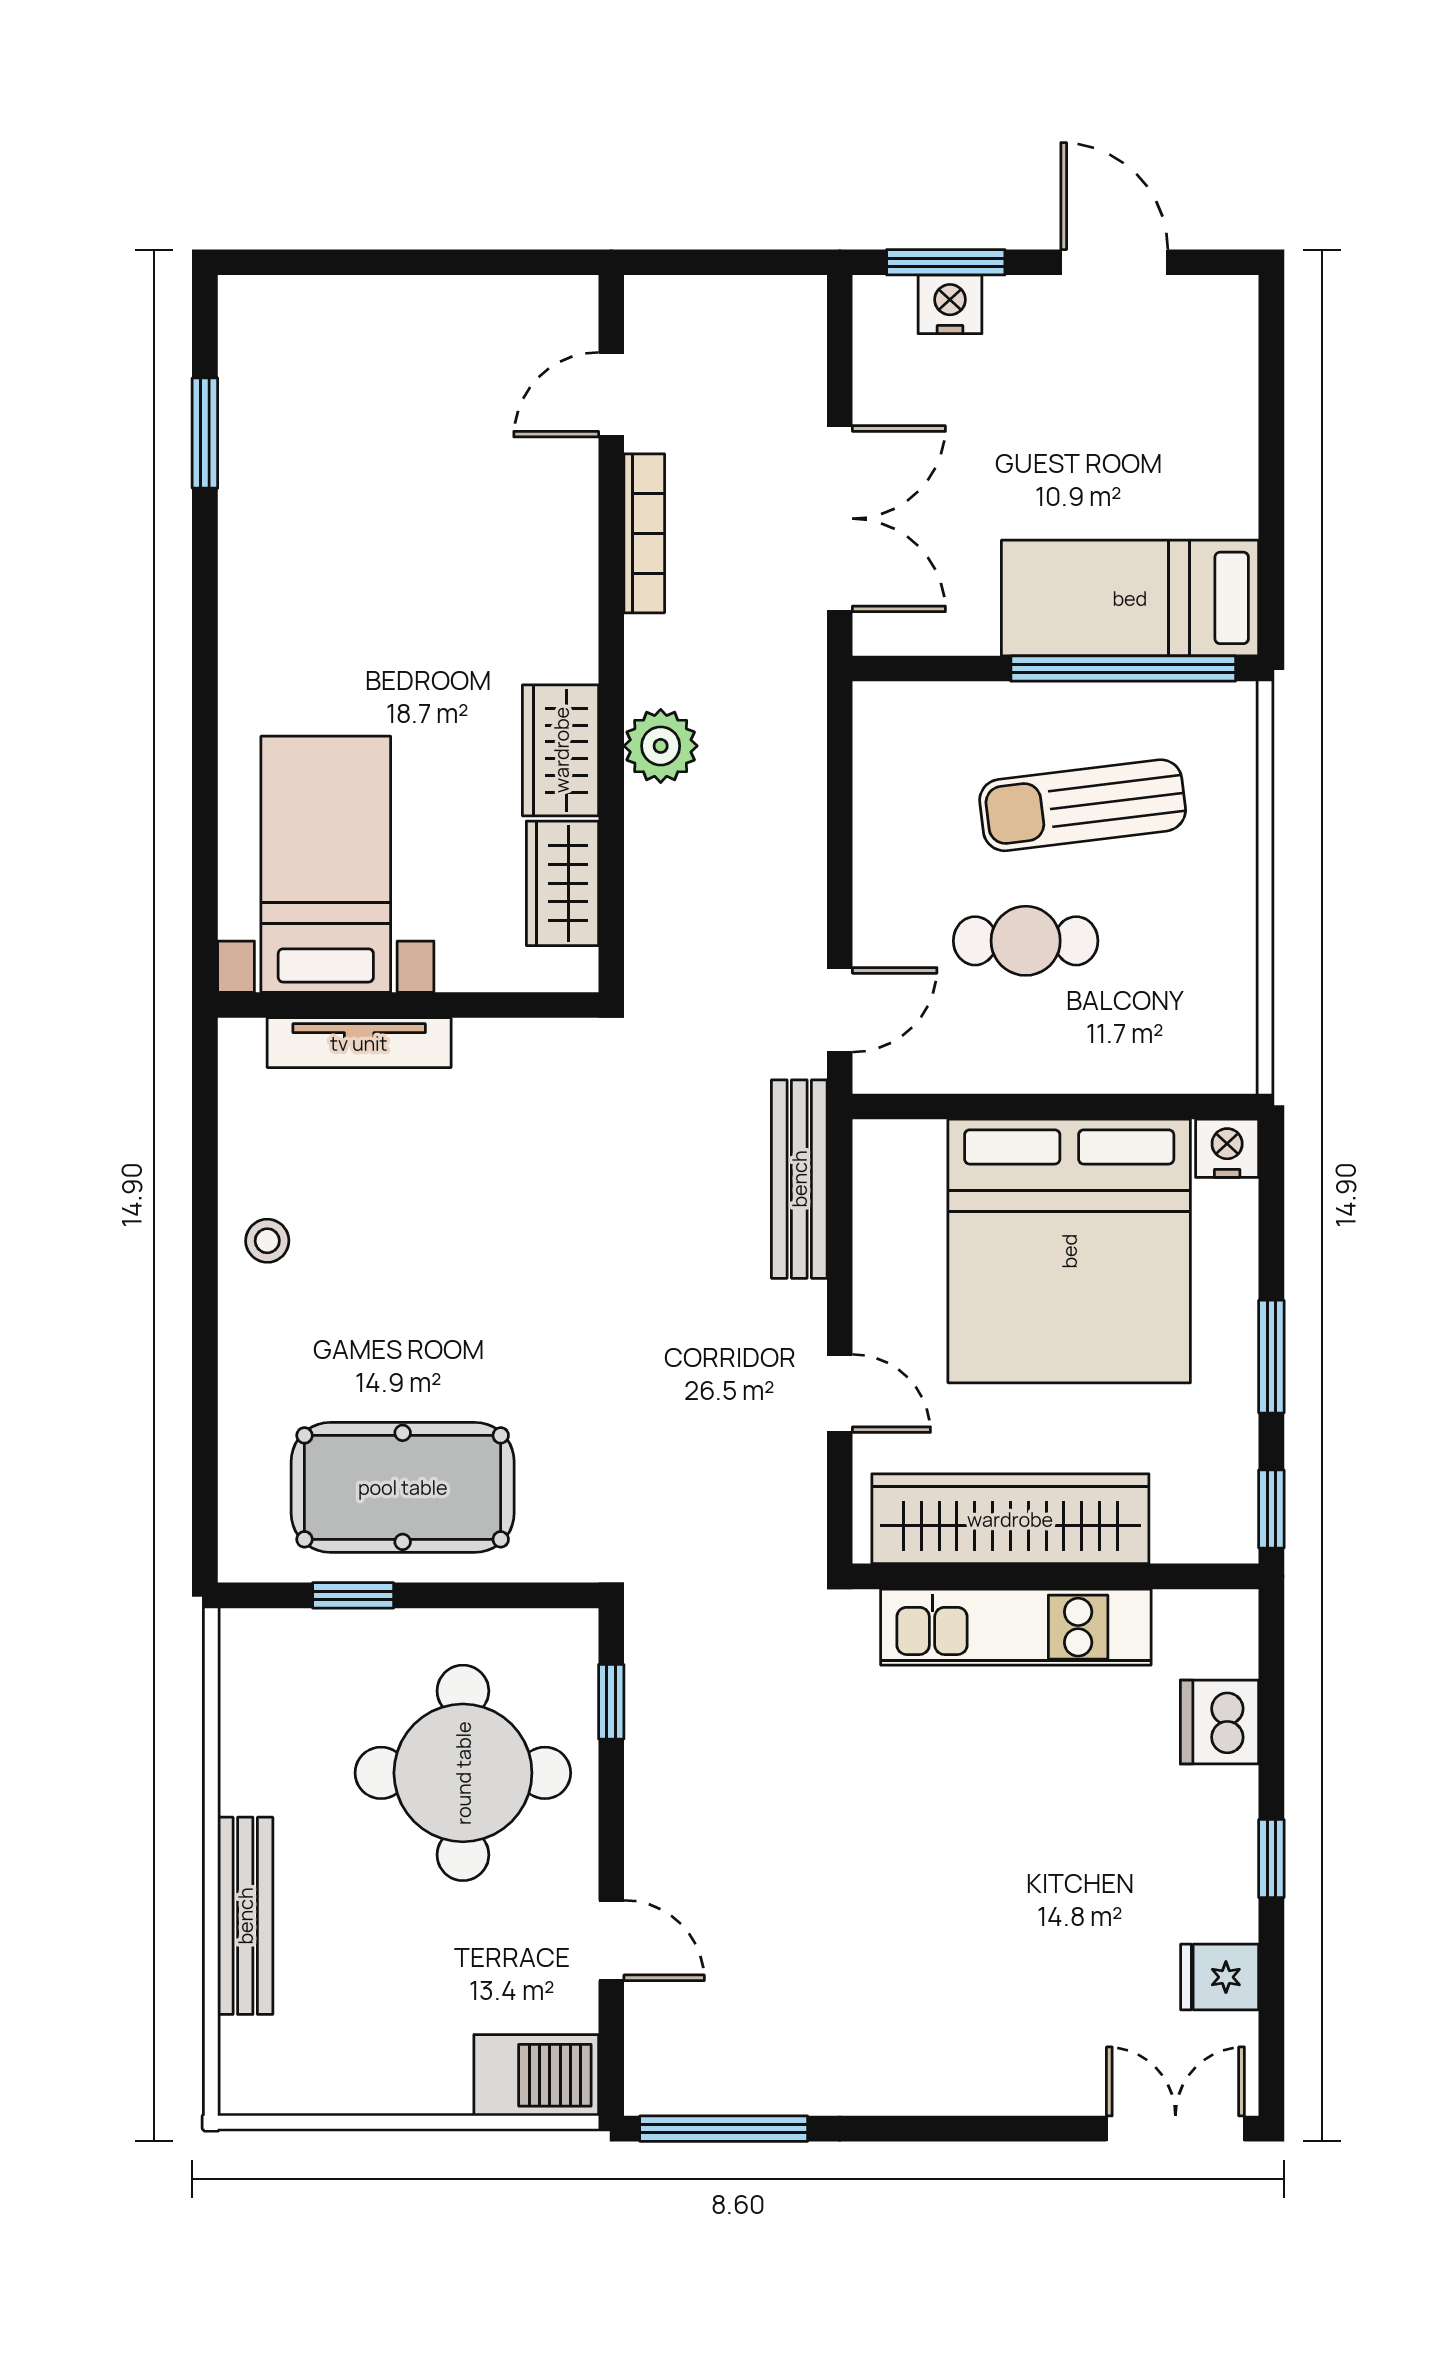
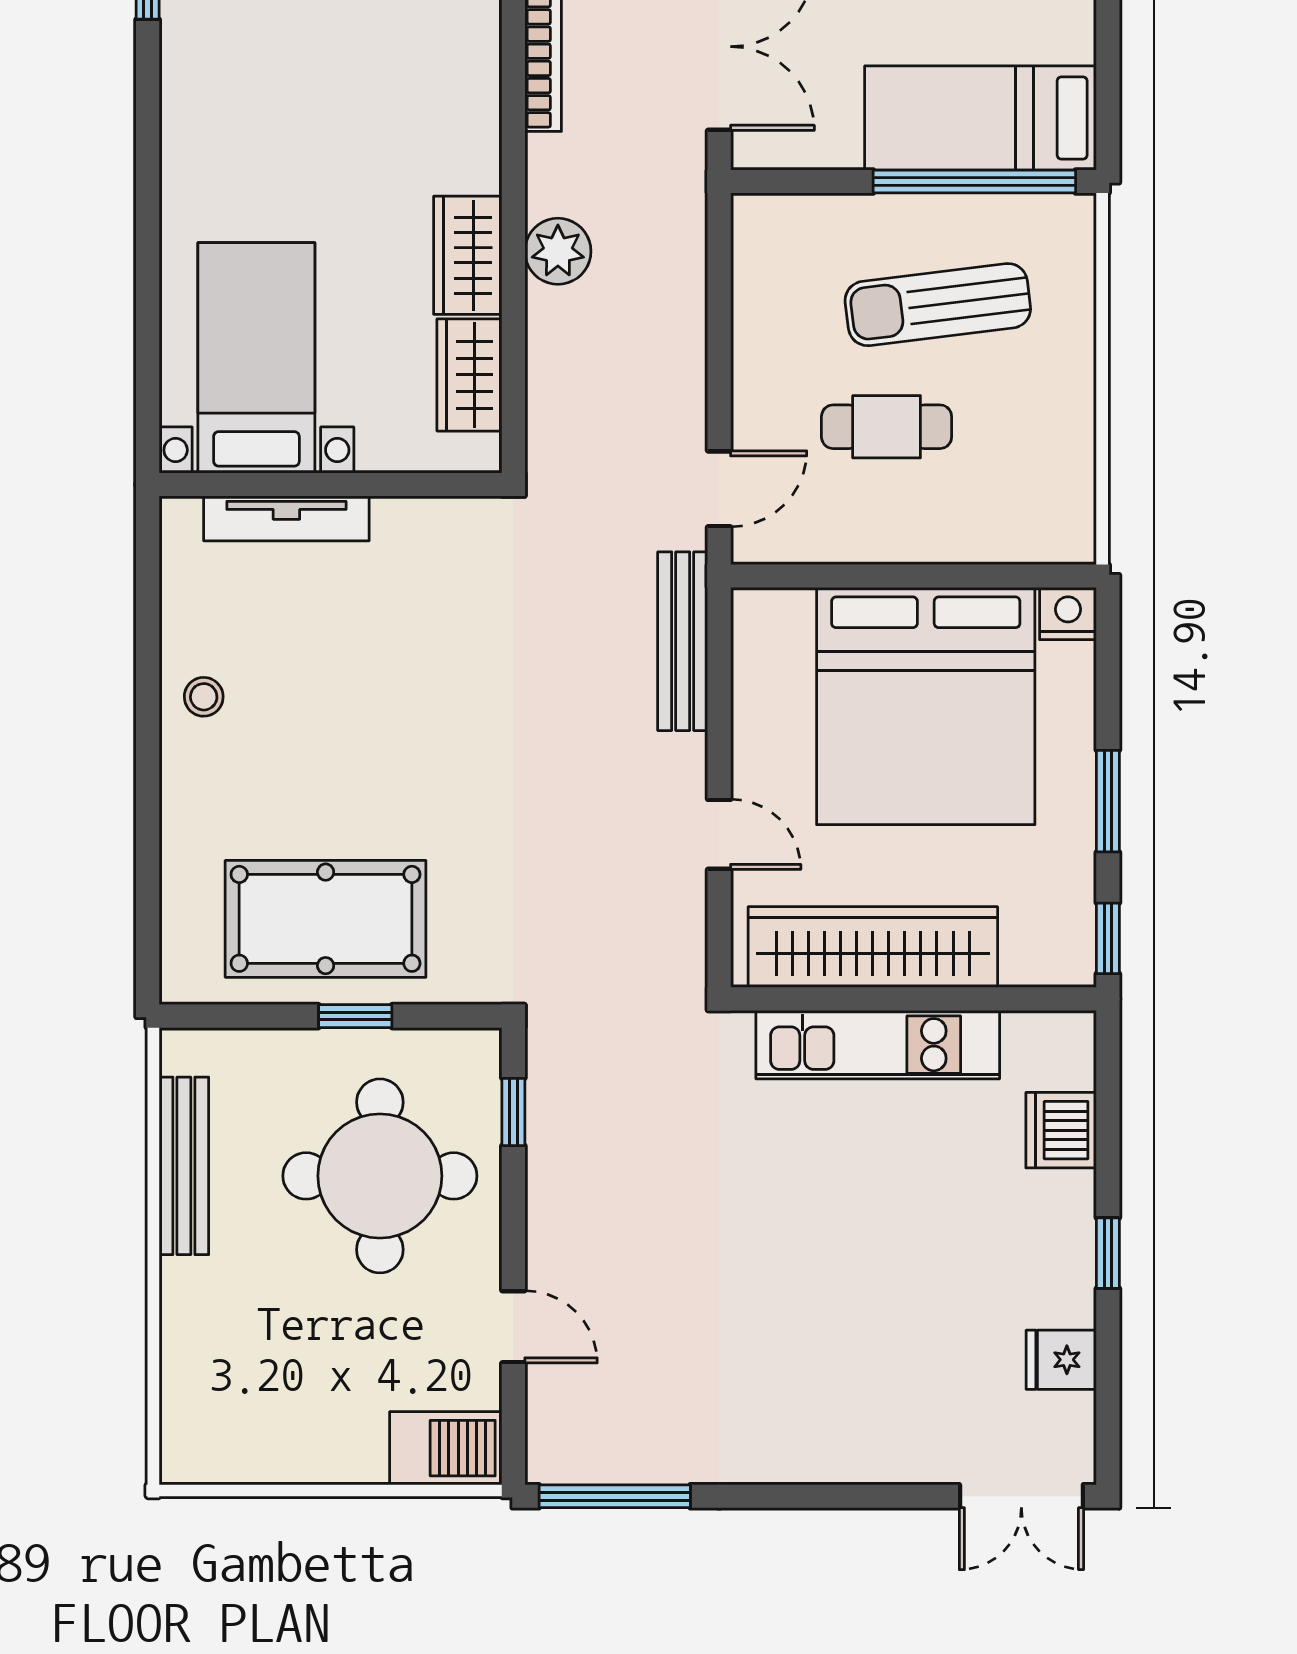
window: (353, 1595) -> (355, 1016), moved
bench: (245, 1916) -> (184, 1166), moved
double door: (1175, 2129) -> (1021, 1496), swing flipped

